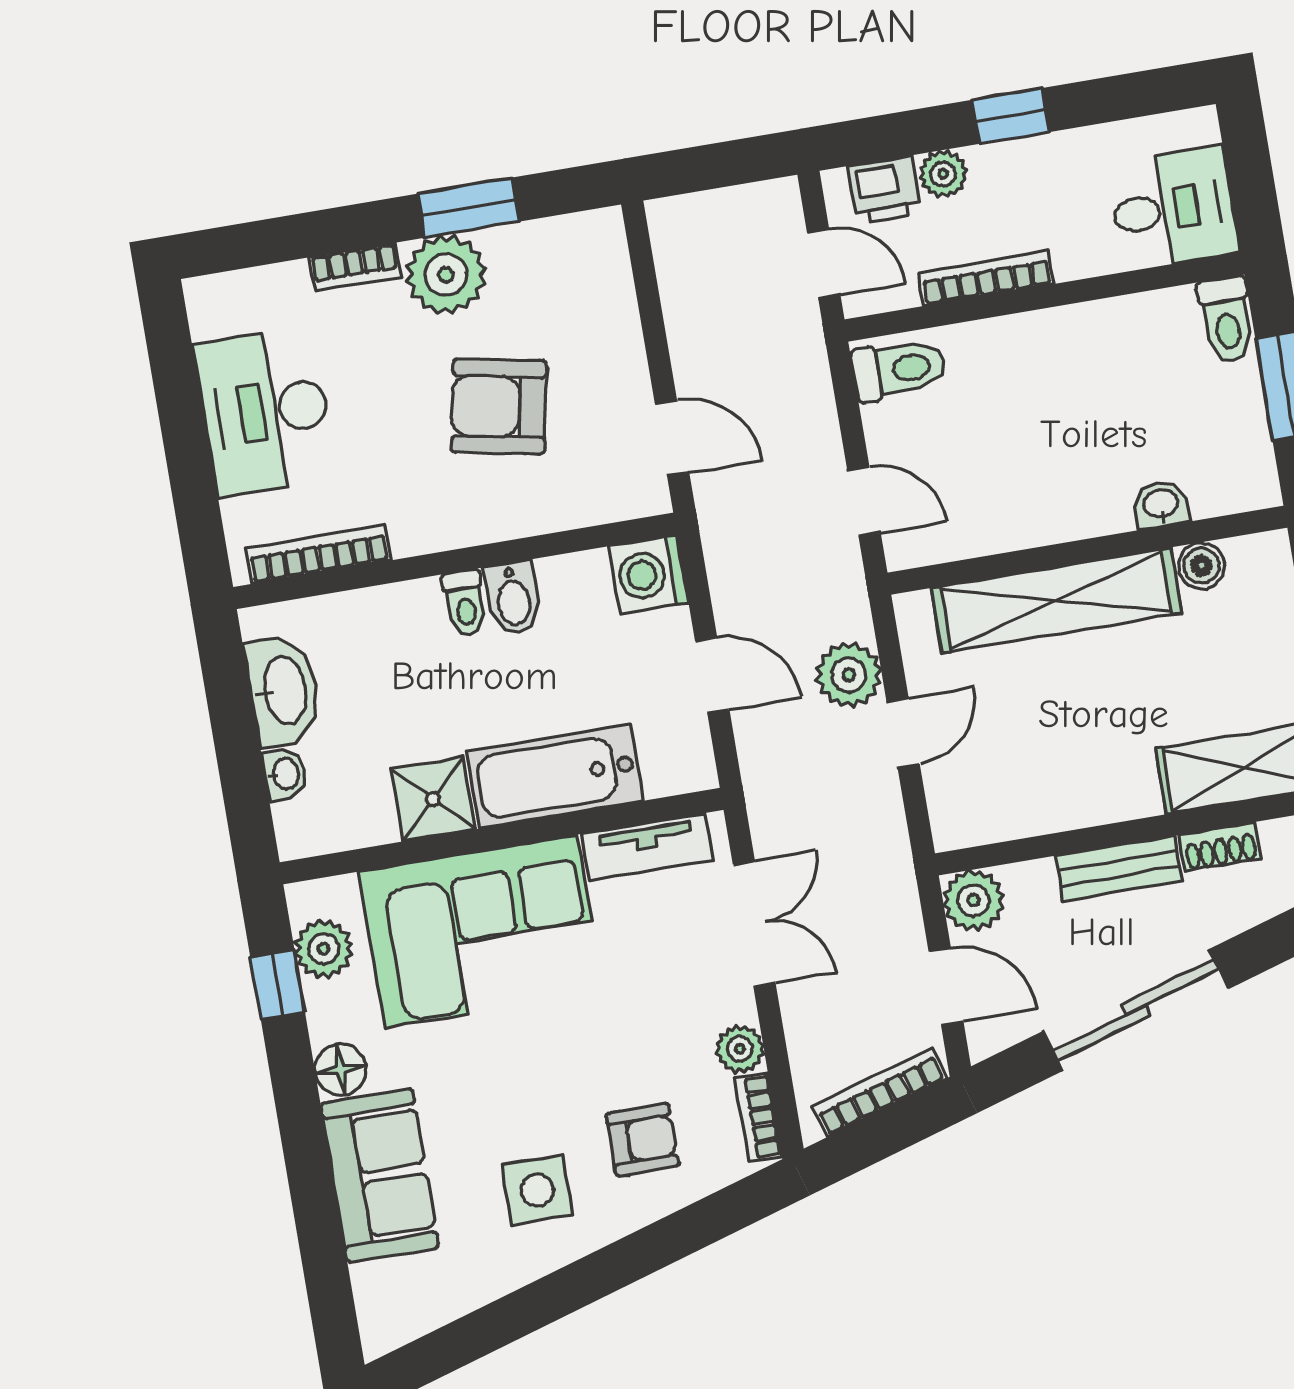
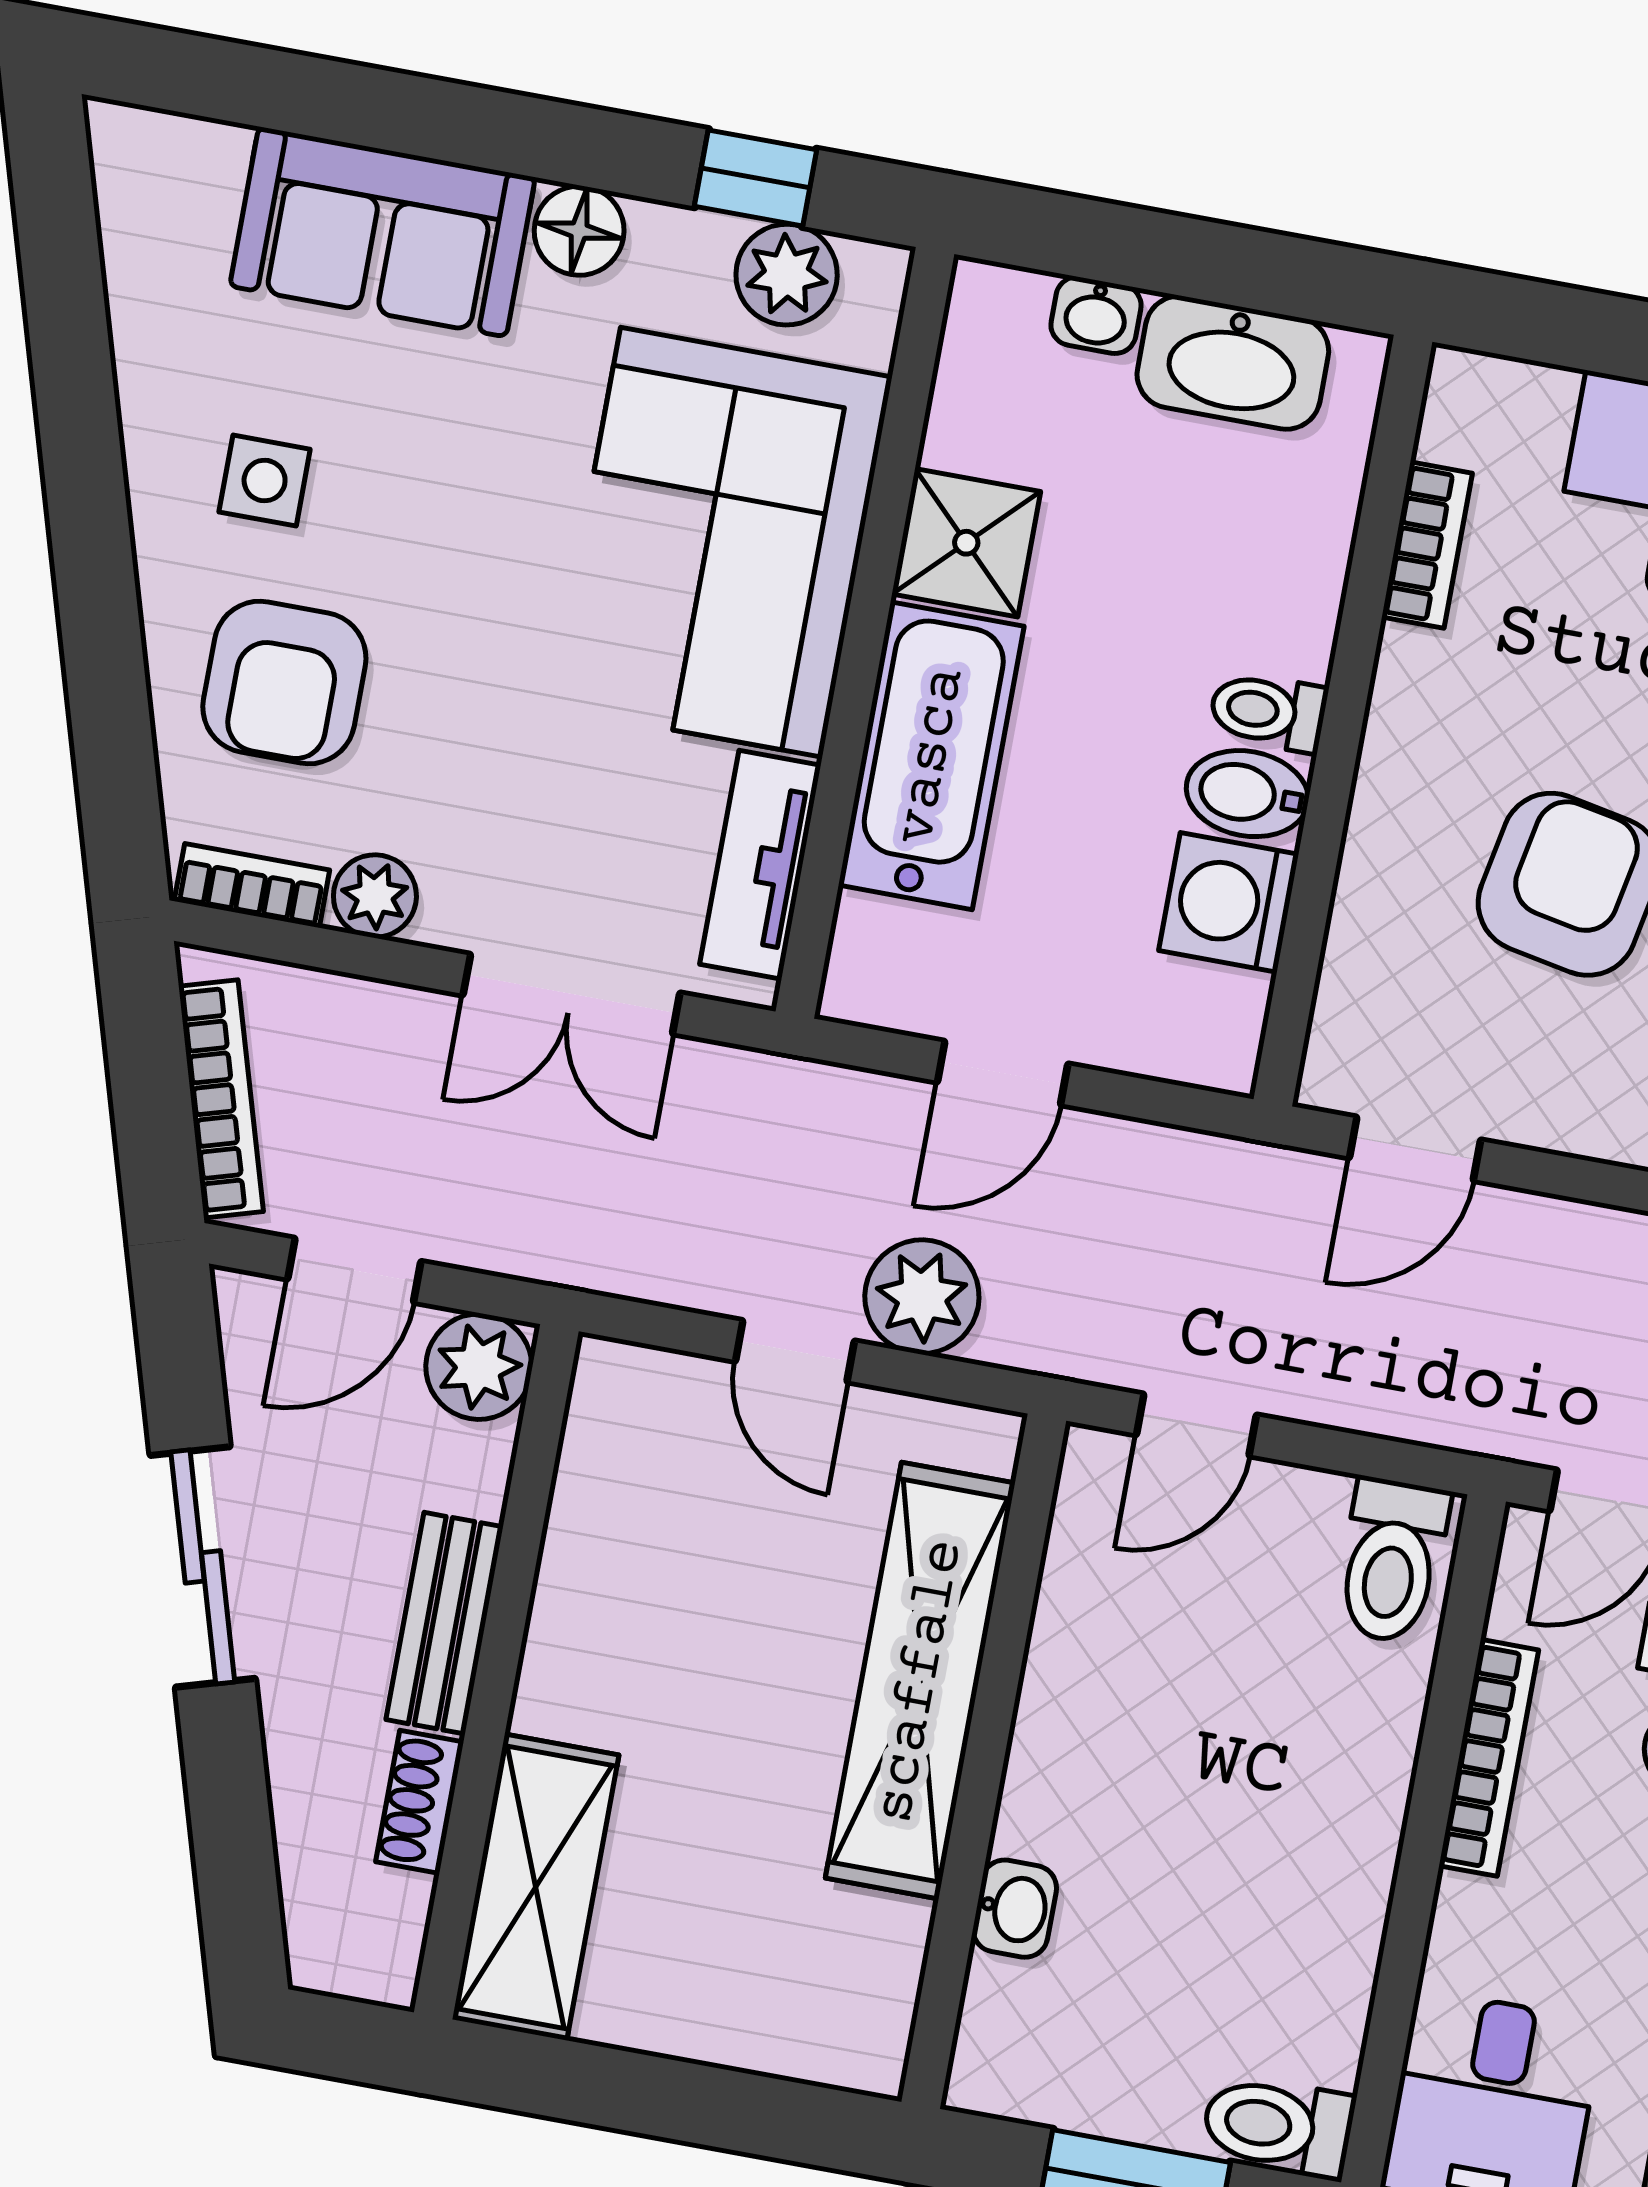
bookcase: (319, 554) -> (1427, 545), width x0.64
boiler: (1202, 566) -> (891, 1939), removed
washing machine: (649, 574) -> (1229, 902), moved, turned -90
sliding door: (1136, 1010) -> (203, 1567), width x0.73
armchair: (642, 1140) -> (284, 682), width x1.38, depth x1.38
side table: (537, 1190) -> (265, 481), width x0.73, depth x0.73

